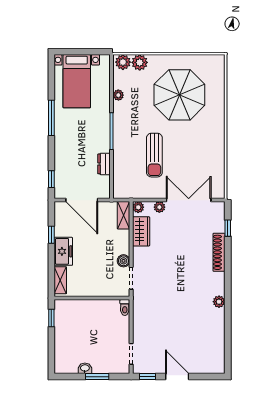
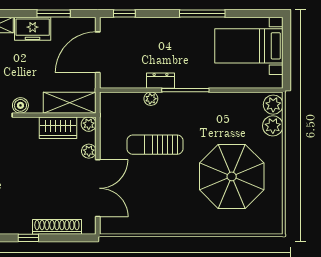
plant: (118, 95) -> (151, 99), moved
dresser: (104, 164) -> (161, 81), moved
shelving: (123, 215) -> (70, 103), width x1.50, depth x1.33
window: (228, 228) -> (28, 238), moved
window: (51, 235) -> (54, 14), width x1.50
shoe rack: (219, 252) -> (57, 227), moved

